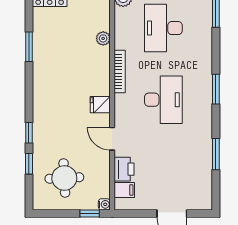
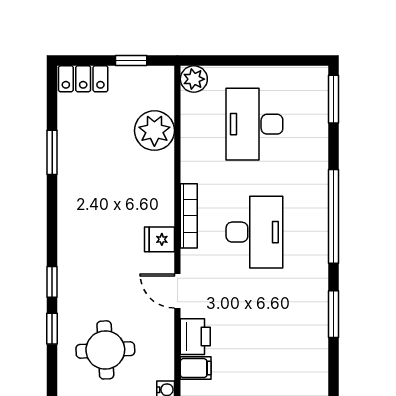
plant: (103, 38) -> (154, 131), width x1.88, depth x1.88
bookcase: (120, 71) -> (189, 216), moved
window: (216, 89) -> (334, 216), width x2.11

